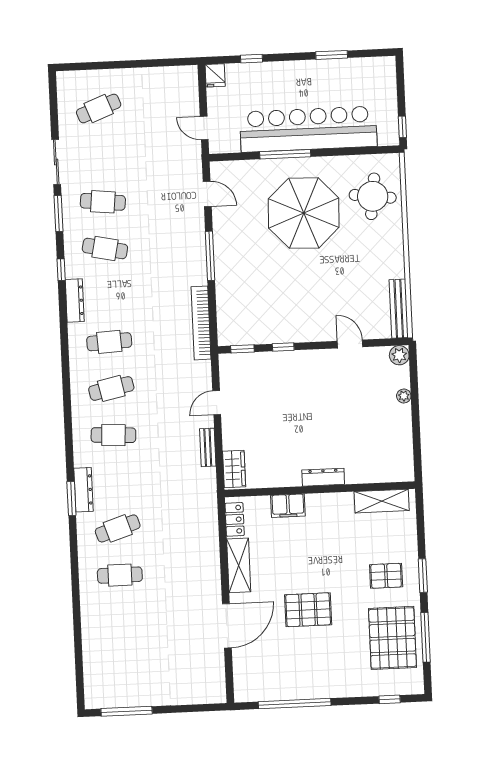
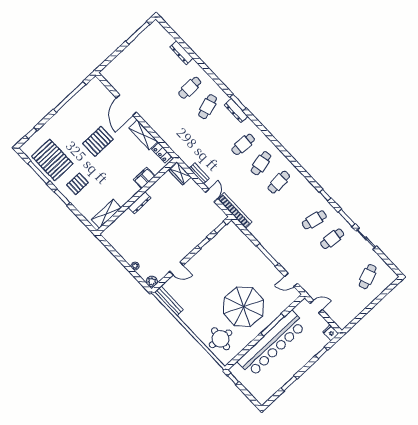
dresser: (75, 301) -> (181, 52), moved
bookcase: (201, 323) -> (235, 210), moved

